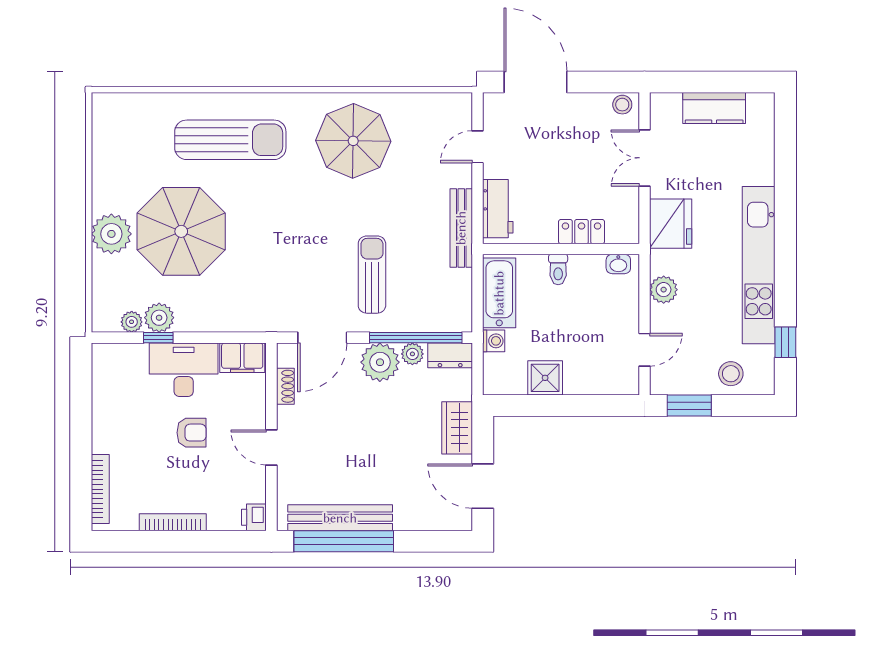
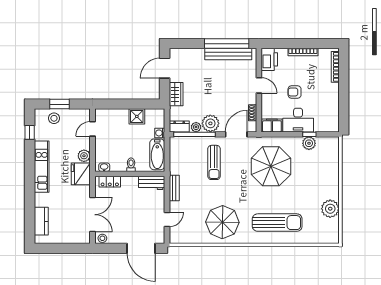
kitchen counter: (714, 108) -> (41, 221), moved, turned 90
sun lounger: (230, 140) -> (277, 223), turned 180
double door: (645, 158) -> (92, 215), width x1.37
workbench: (498, 209) -> (152, 183), moved, turned -90
fridge: (671, 224) -> (81, 174), moved
bench: (461, 228) -> (174, 188), width x0.73
parasol: (181, 231) -> (271, 166), moved
locker: (582, 232) -> (110, 182), moved
plant: (111, 234) -> (330, 209), moved
kitchen unit: (759, 265) -> (42, 167), width x0.73
plant: (132, 322) -> (321, 141), removed
window: (689, 406) -> (60, 104), moved
door: (483, 486) -> (165, 68), swing flipped
printer: (254, 517) -> (269, 59), width x1.87, depth x1.48

